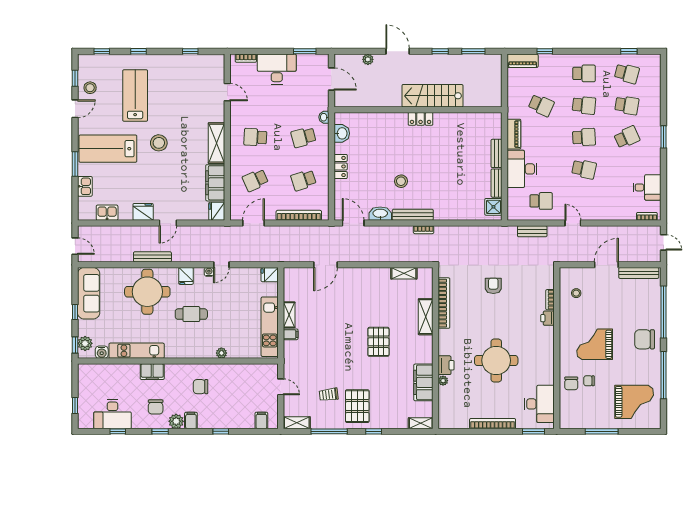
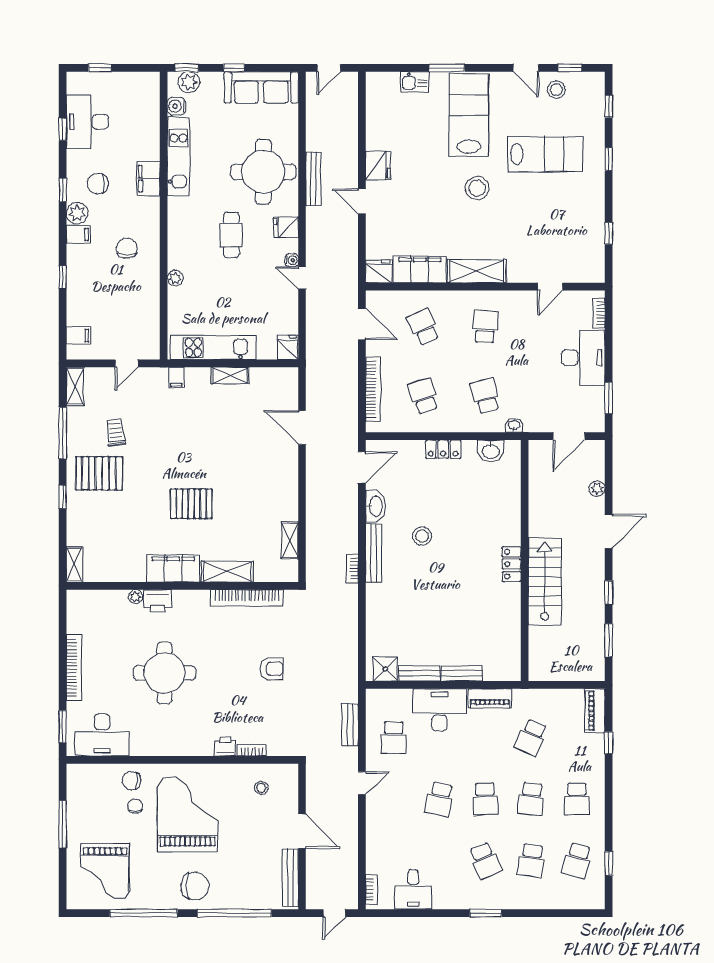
kitchen sink: (107, 213) -> (377, 114), removed
filing cabinet: (291, 334) -> (176, 378), moved
chair: (645, 339) -> (195, 886), turned 90
grand piano: (595, 344) -> (188, 814), width x1.37, depth x1.48
filing cabinet: (423, 382) -> (173, 568), moved

